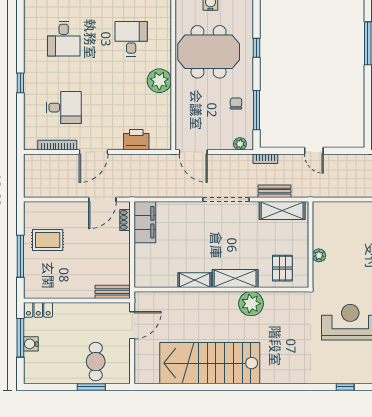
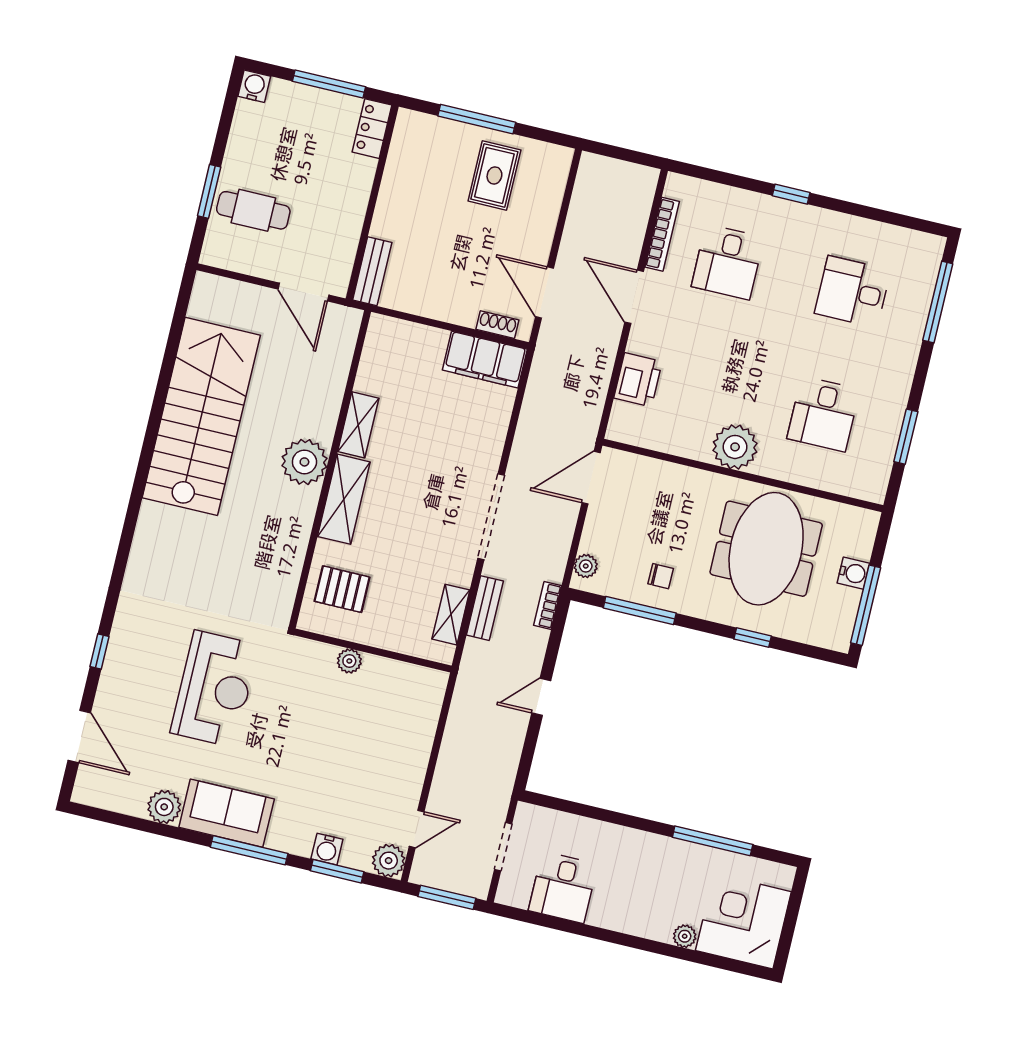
desk: (131, 39) -> (823, 414), turned 90
shelving: (282, 210) -> (451, 615), width x0.67, depth x0.75
plant: (251, 304) -> (304, 462), moved
water cooler: (31, 344) -> (254, 86), moved

